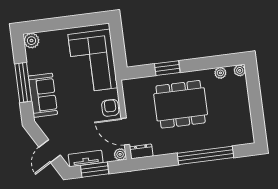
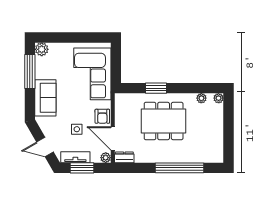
window: (23, 82) -> (30, 71), moved
armchair: (110, 108) -> (102, 116), turned 180
side table: (83, 126) -> (77, 129), added
door: (50, 151) -> (45, 147), hinge flipped

